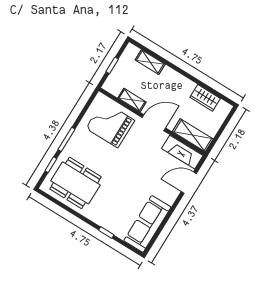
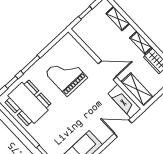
shelving: (132, 100) -> (141, 43), moved
grand piano: (110, 124) -> (66, 75), moved

